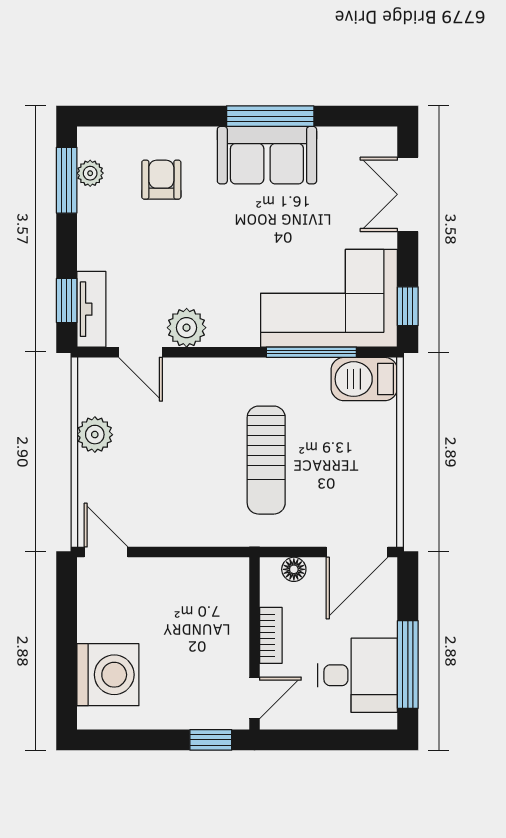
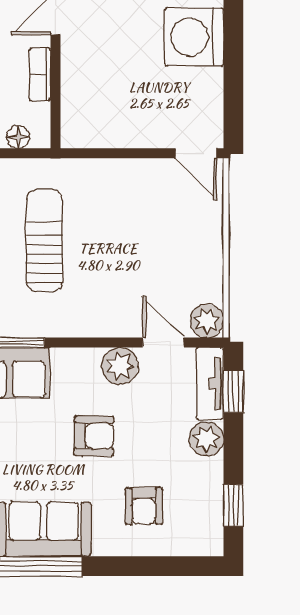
plant: (90, 173) -> (206, 439), moved, width x1.38, depth x1.38
window: (67, 180) -> (233, 505), width x0.67
armchair: (214, 254) -> (94, 436), added
plant: (95, 435) -> (207, 321), moved

